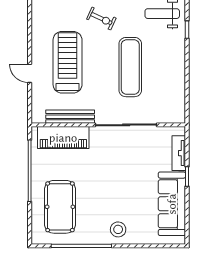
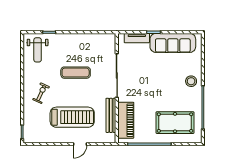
treadmill: (68, 62) -> (72, 117), turned 180
exercise mat: (130, 67) -> (76, 73), width x0.73, depth x0.69

